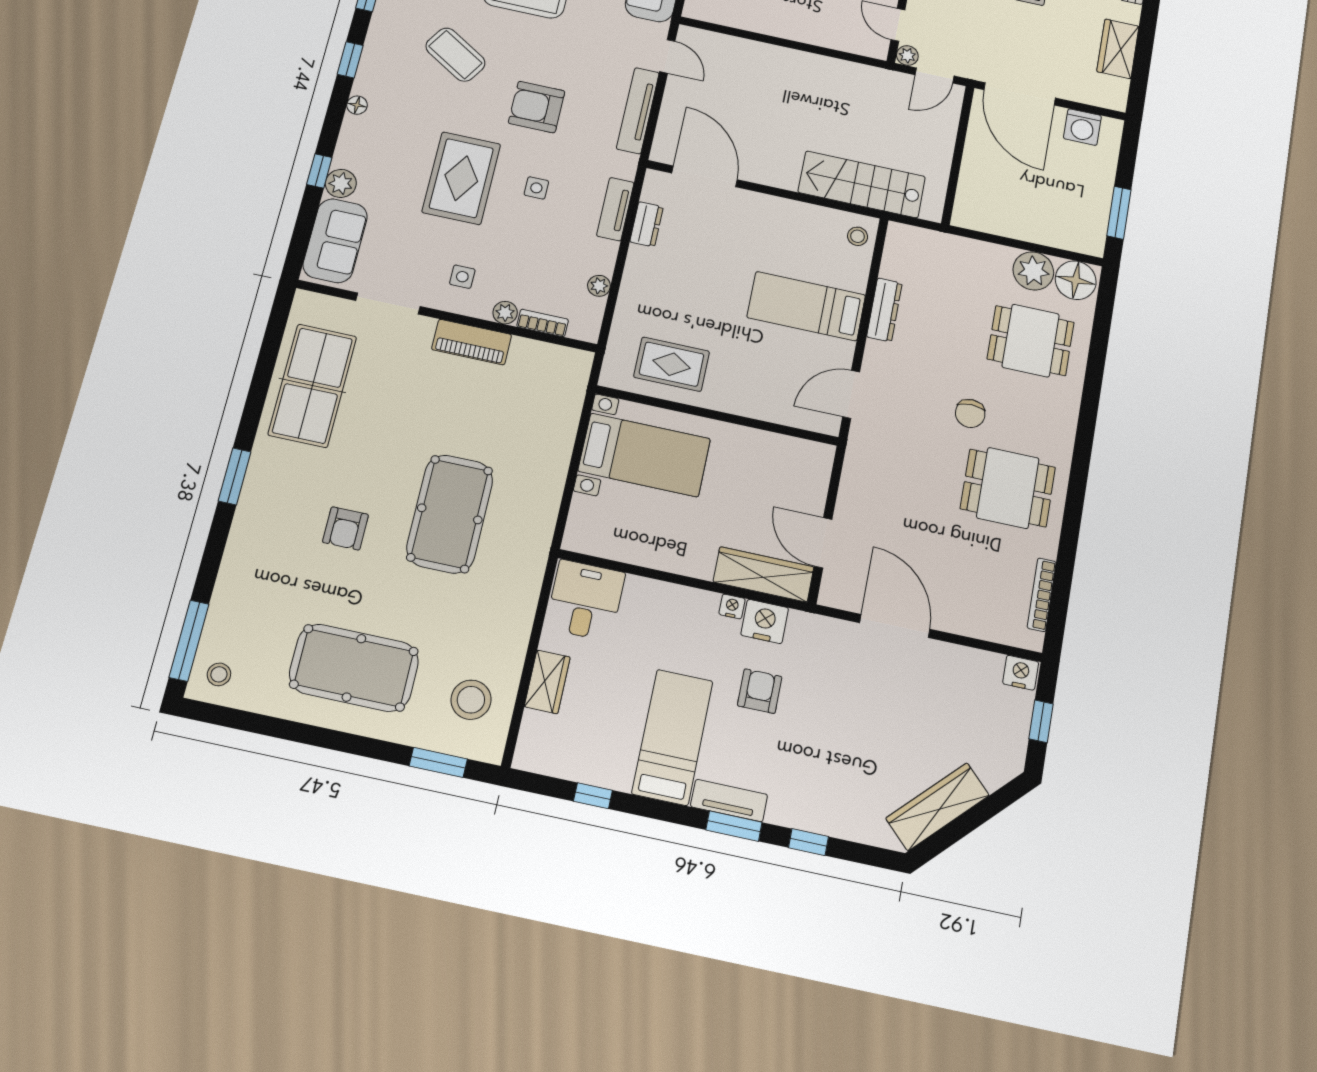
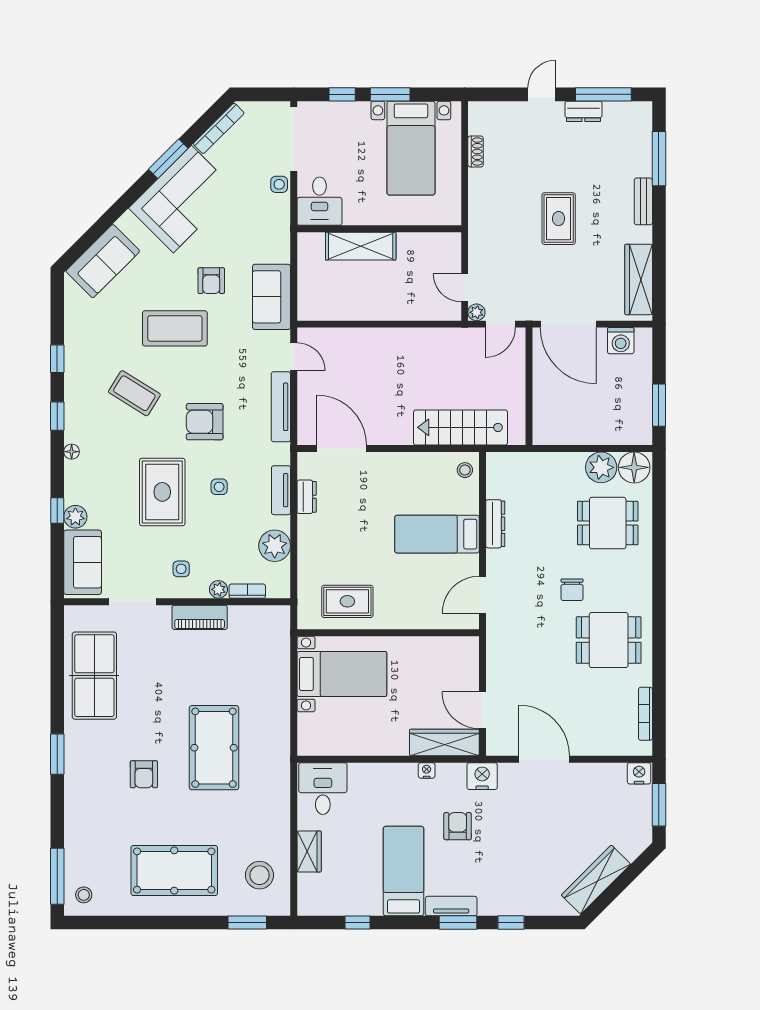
wardrobe: (1118, 49) -> (639, 279), width x1.50
plant: (599, 286) -> (275, 546), width x1.88, depth x1.88
nightstand: (765, 621) -> (482, 776), moved
window: (1041, 721) -> (659, 805), width x1.50

